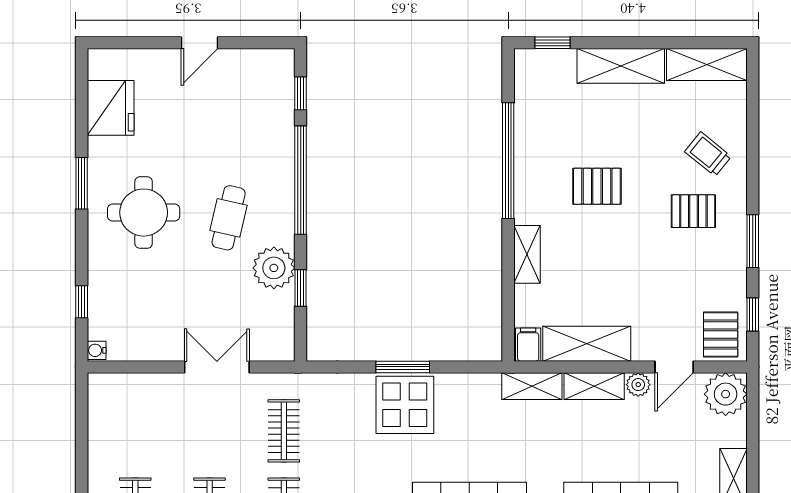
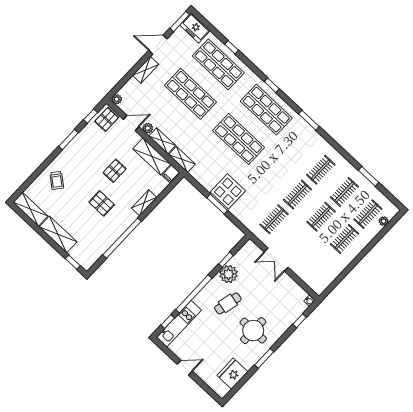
kitchen unit: (278, 107) -> (179, 324), added
pallet: (693, 211) -> (115, 171), moved, turned 90
plant: (726, 394) -> (117, 99), width x0.53, depth x0.53

